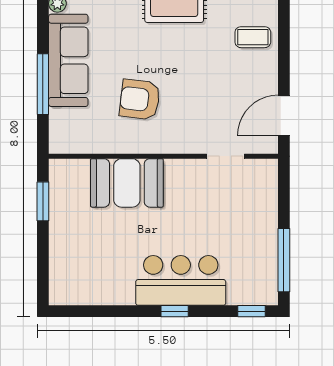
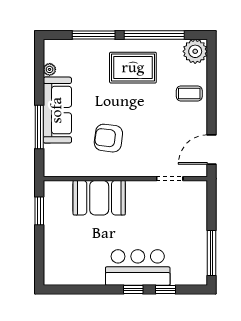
window: (252, 311) -> (166, 289), moved

